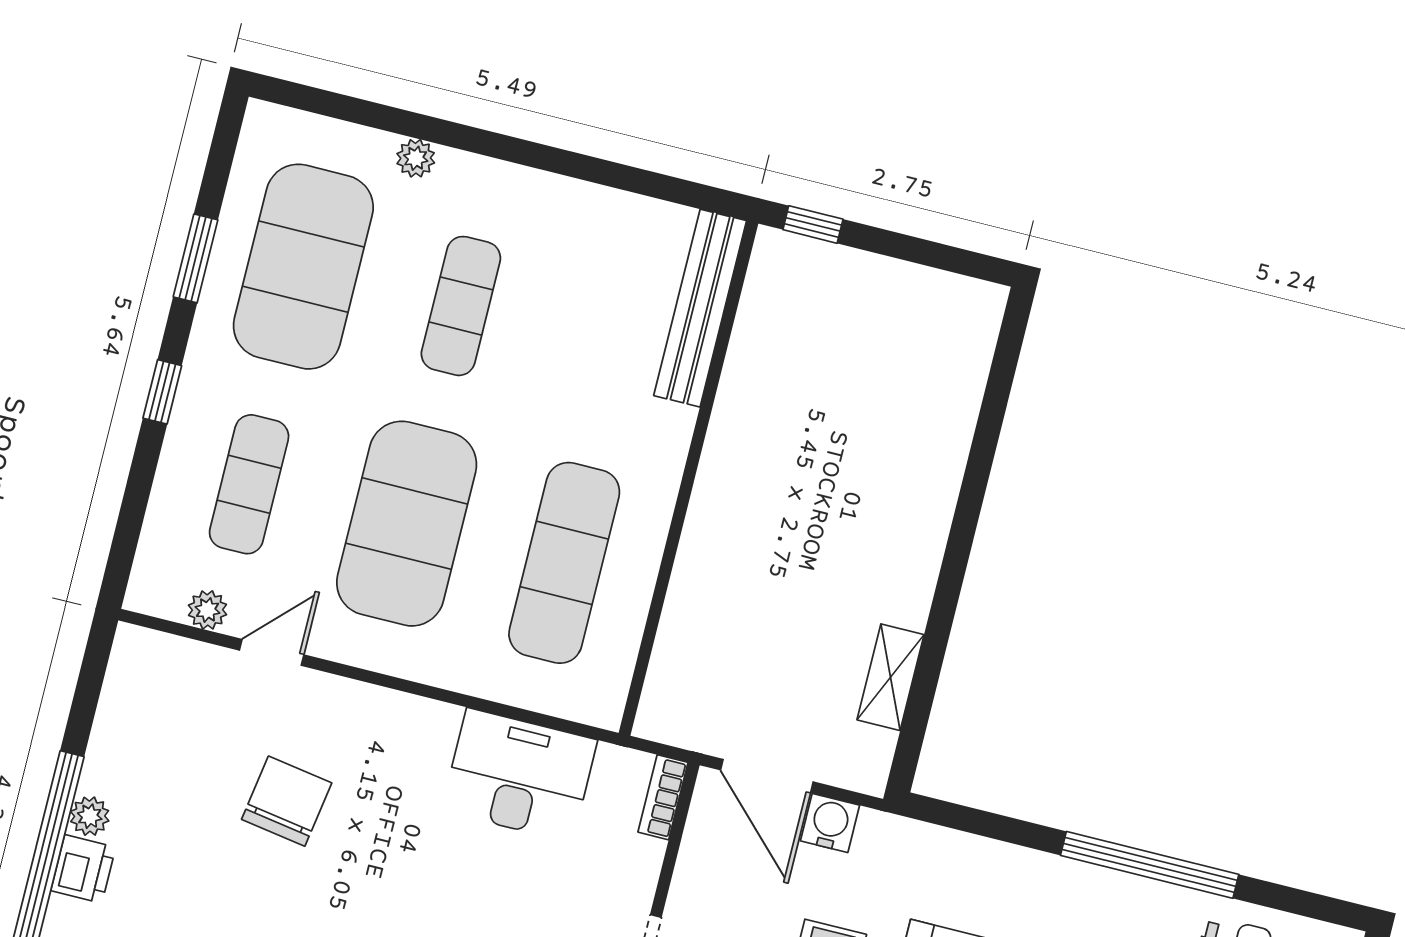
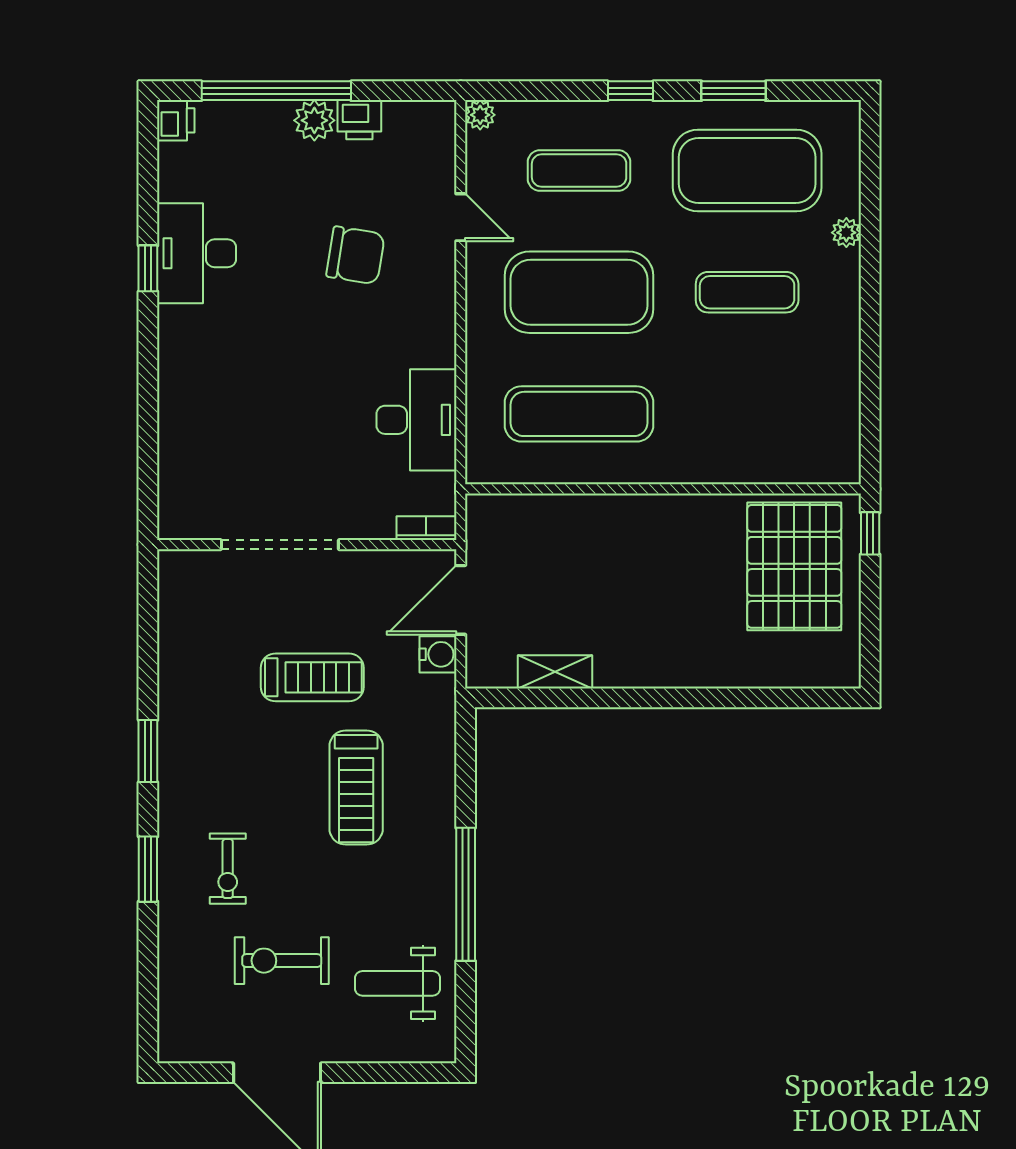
bench: (700, 308) -> (789, 467), removed
pallet: (831, 333) -> (794, 566), added
plant: (208, 610) -> (480, 115), moved
plant: (90, 816) -> (314, 120), width x1.38, depth x1.38
printer: (83, 869) -> (359, 120), moved

